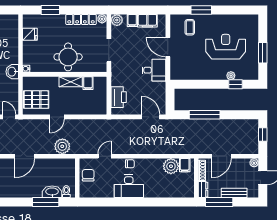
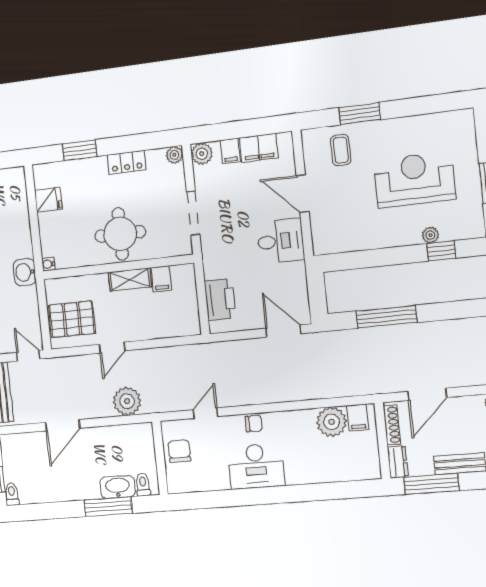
locker: (81, 19) -> (127, 162), width x0.66

